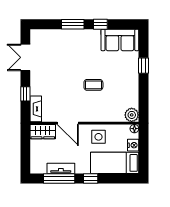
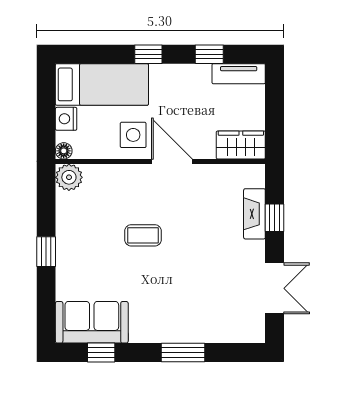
window: (100, 24) -> (101, 353), moved
window: (143, 66) -> (46, 252), moved
fireplace: (36, 109) -> (254, 214), moved
door: (68, 123) -> (172, 161), moved
tv unit: (61, 168) -> (239, 74), moved
window: (59, 179) -> (209, 54), width x0.46

